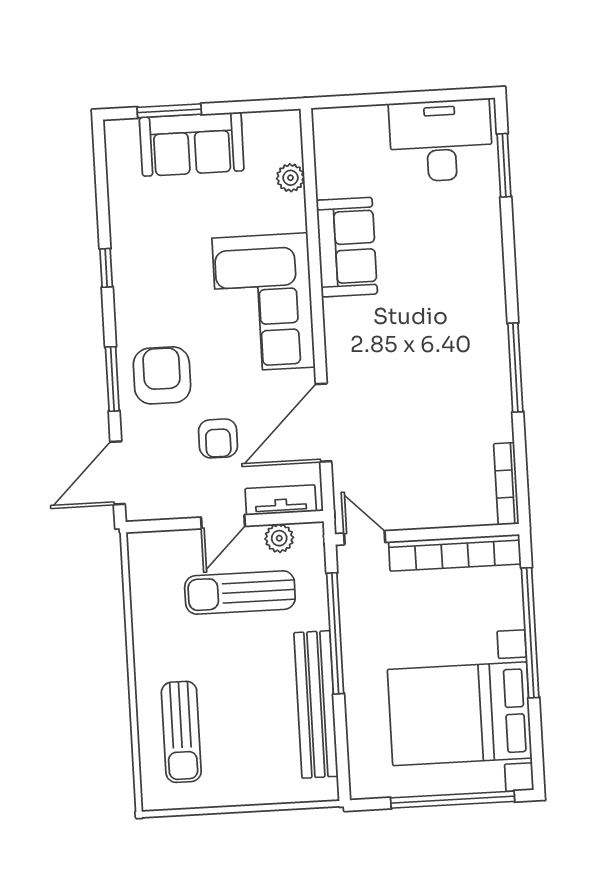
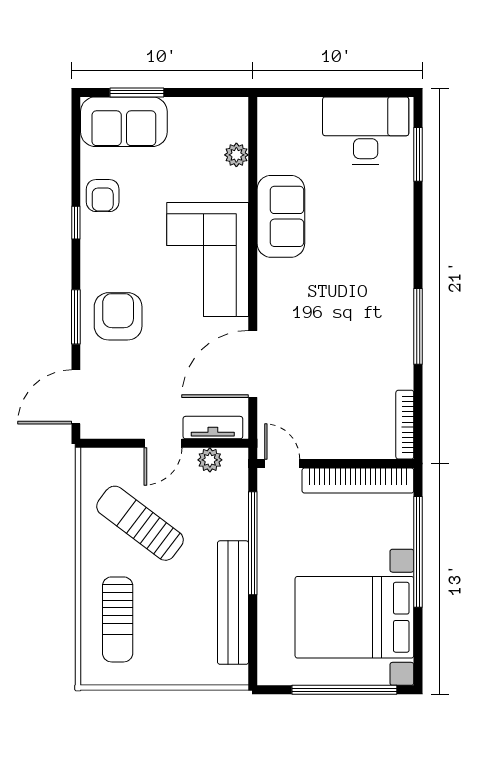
sofa: (192, 144) -> (124, 122), moved
armchair: (218, 438) -> (103, 196), moved
sun lounger: (240, 592) -> (140, 523), moved, turned 37

